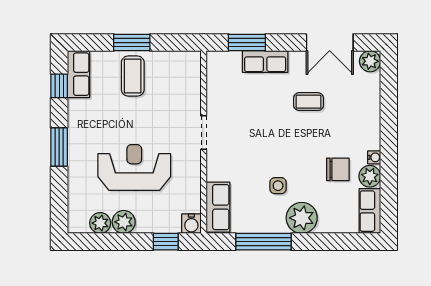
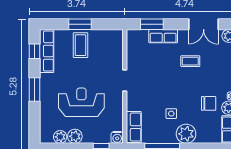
row of seats: (79, 74) -> (47, 51), width x1.48

